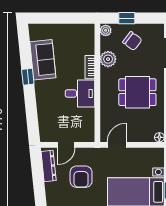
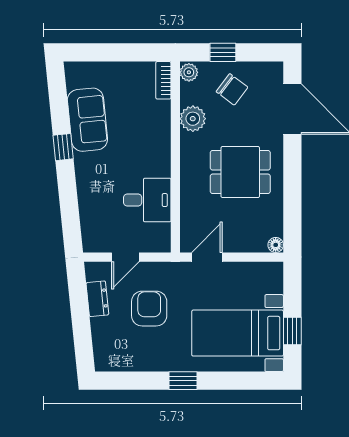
bookcase: (90, 67) -> (163, 80), moved
desk: (80, 93) -> (147, 200), moved
dresser: (49, 166) -> (97, 299), width x0.70
armchair: (81, 177) -> (149, 309), turned 180

